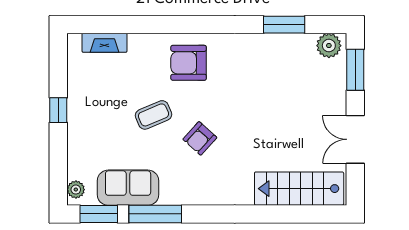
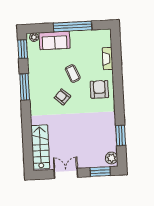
fireplace: (104, 43) -> (108, 59), moved
window: (58, 110) -> (73, 26), width x3.17
sofa: (128, 188) -> (55, 40), moved, turned 90
window: (155, 214) -> (25, 87), moved

